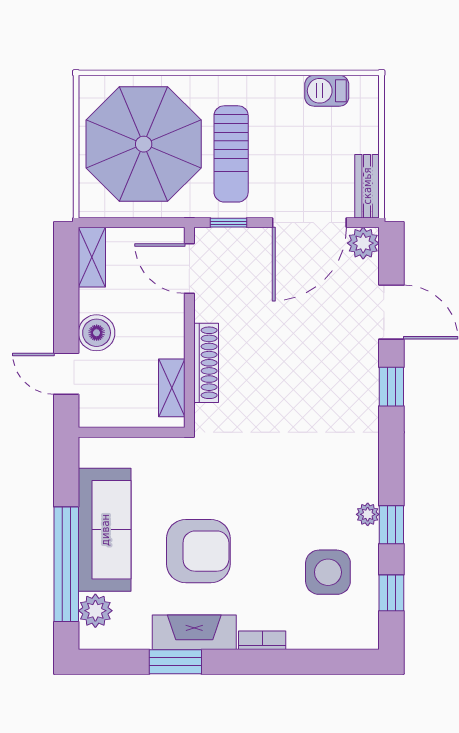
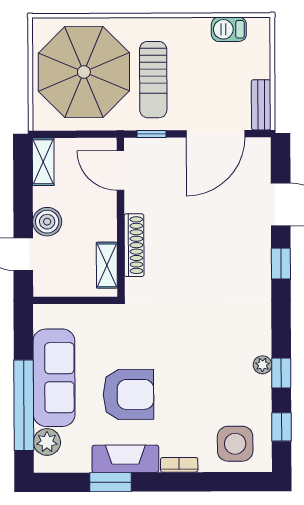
plant: (363, 243) -> (258, 150), removed
side table: (328, 572) -> (235, 444), moved

